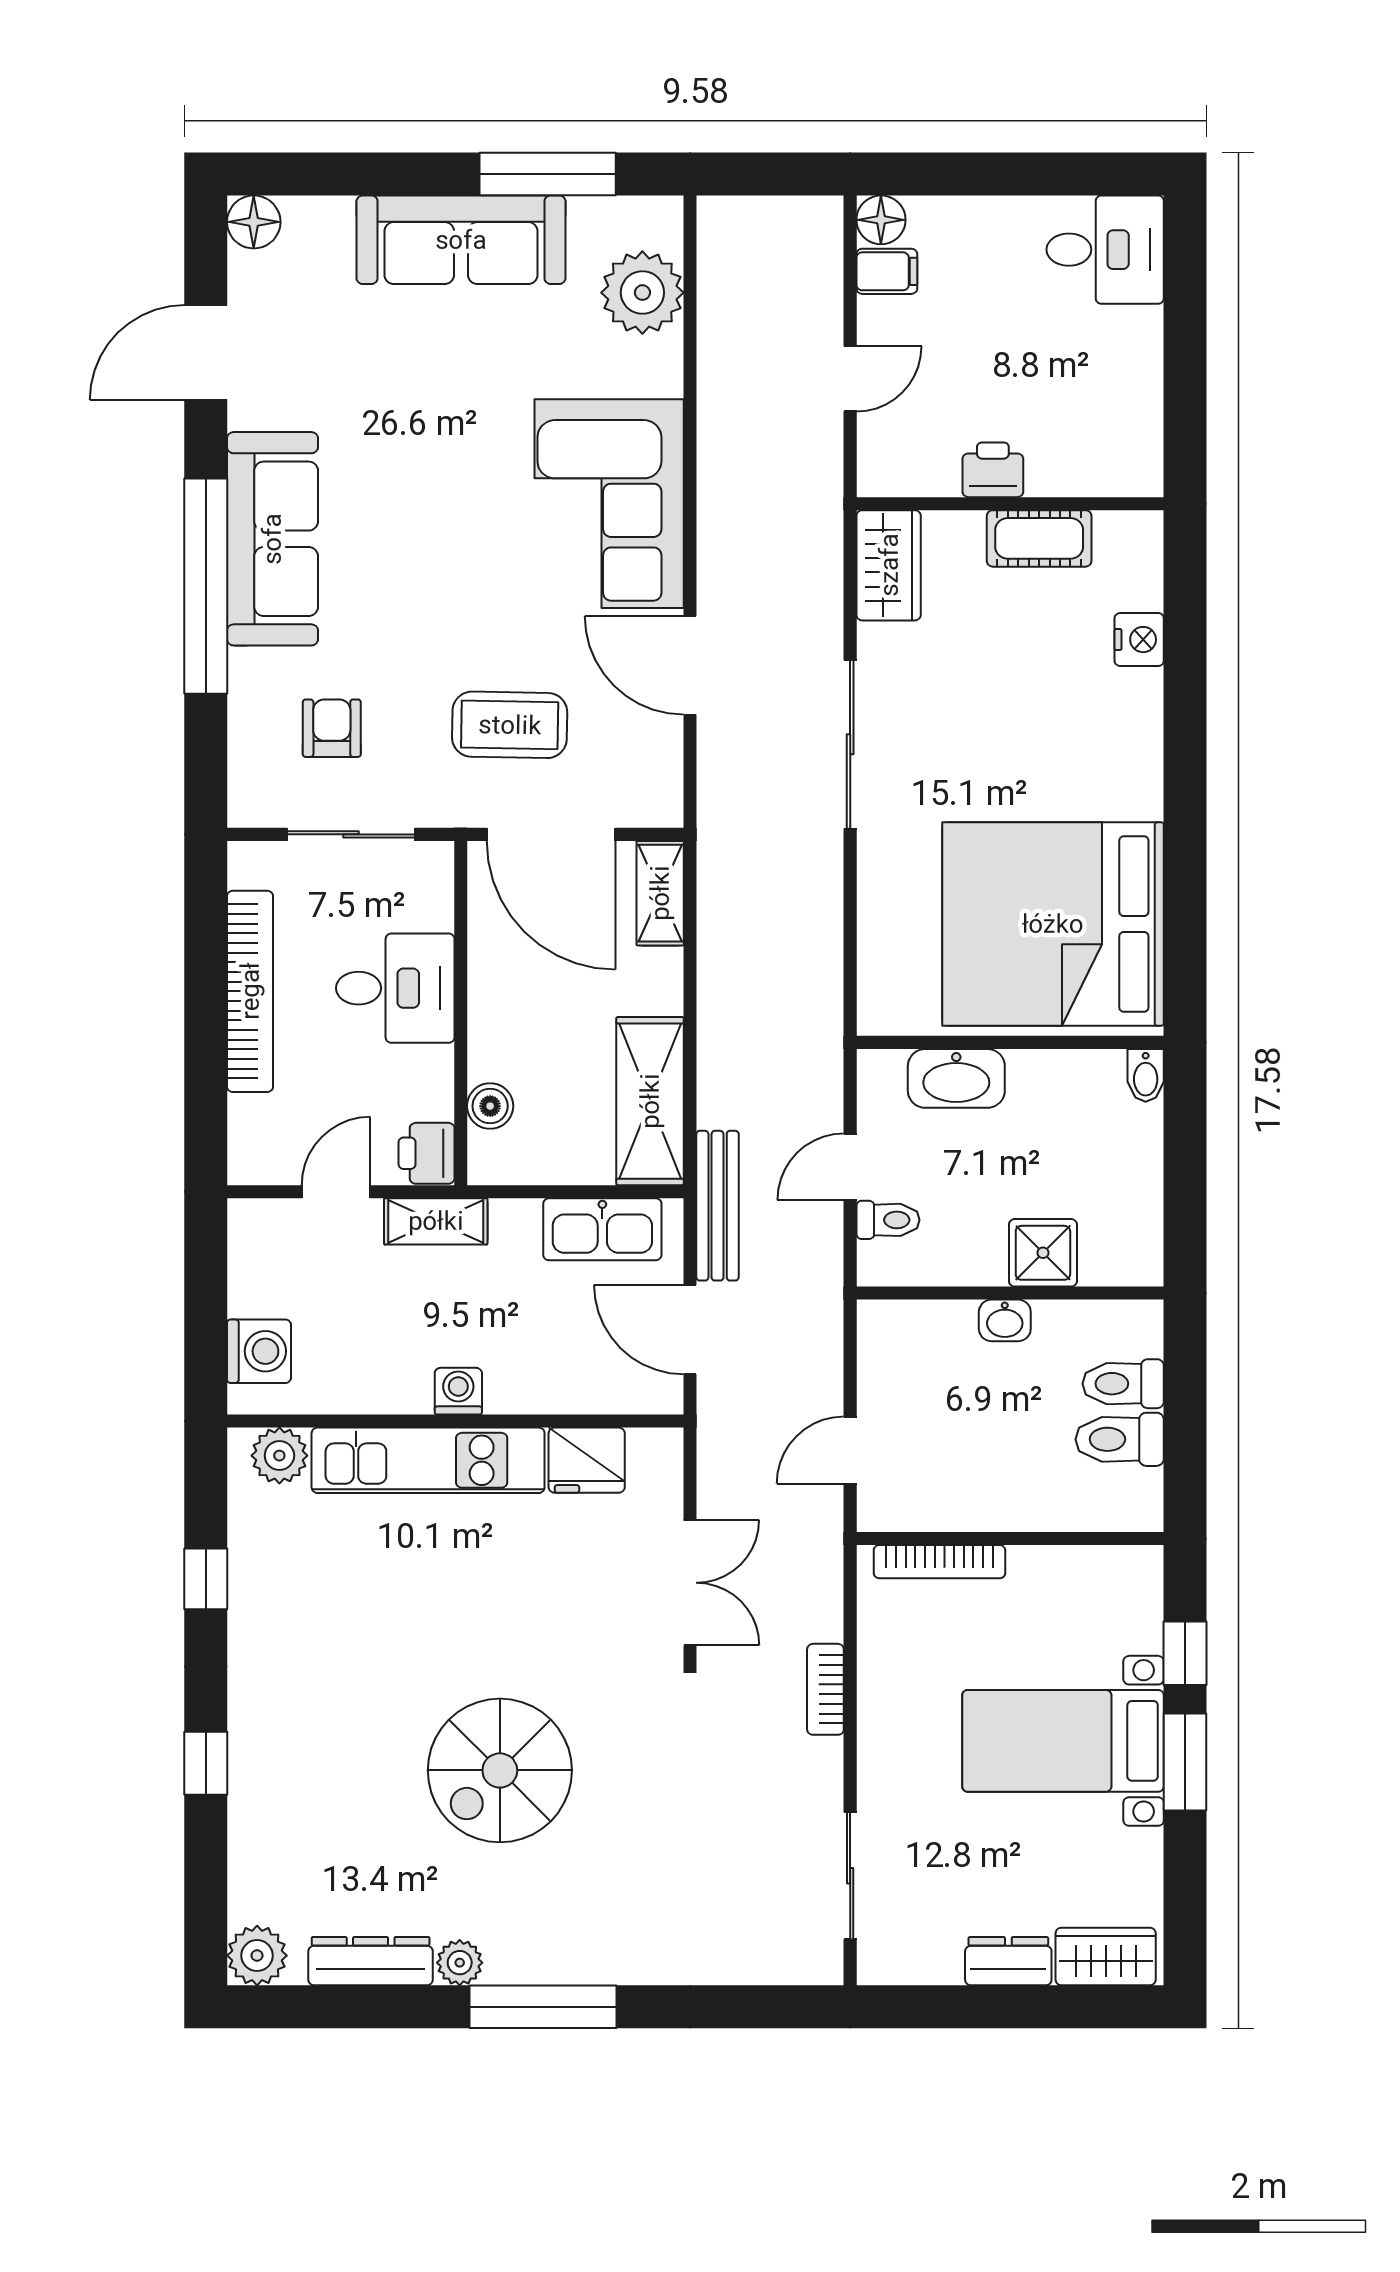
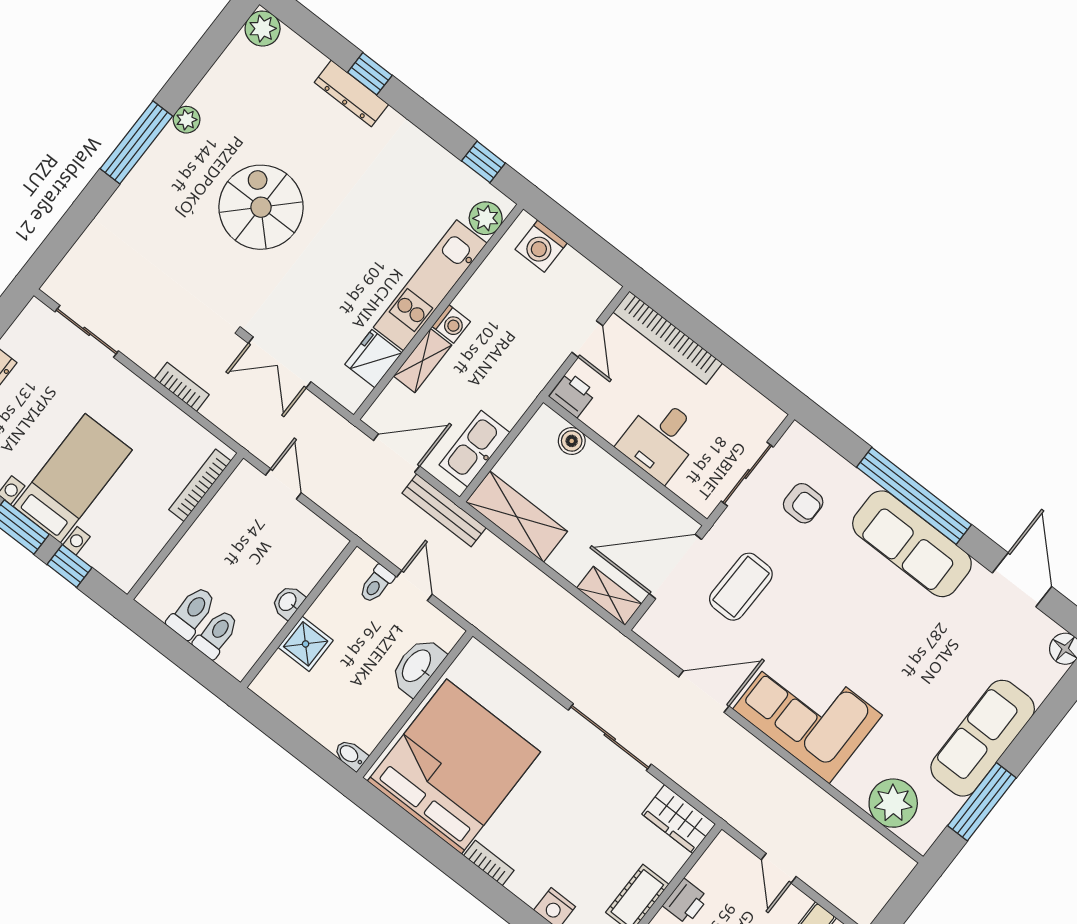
bookcase: (1147, 776) -> (489, 863), added
bookcase: (250, 991) -> (668, 338), moved
shelving: (436, 1221) -> (423, 361), moved
window: (206, 1579) -> (483, 162), moved
dresser: (371, 1961) -> (351, 93), moved, turned 90

